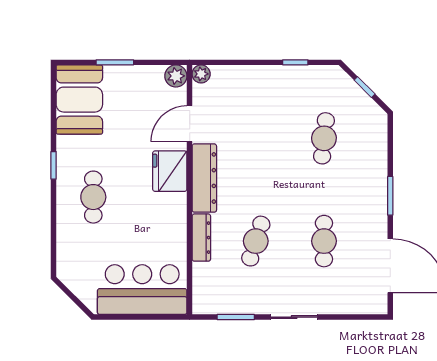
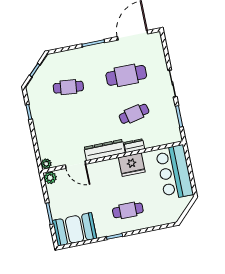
fridge: (170, 171) -> (132, 165), moved
dresser: (201, 238) -> (134, 146), width x0.70
cafe table: (256, 241) -> (134, 114), turned -30
cafe table: (324, 241) -> (126, 75), width x1.37, depth x1.35

